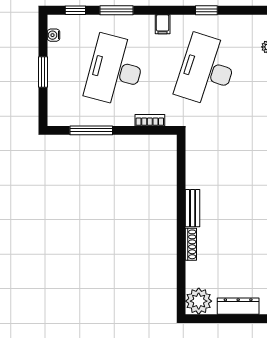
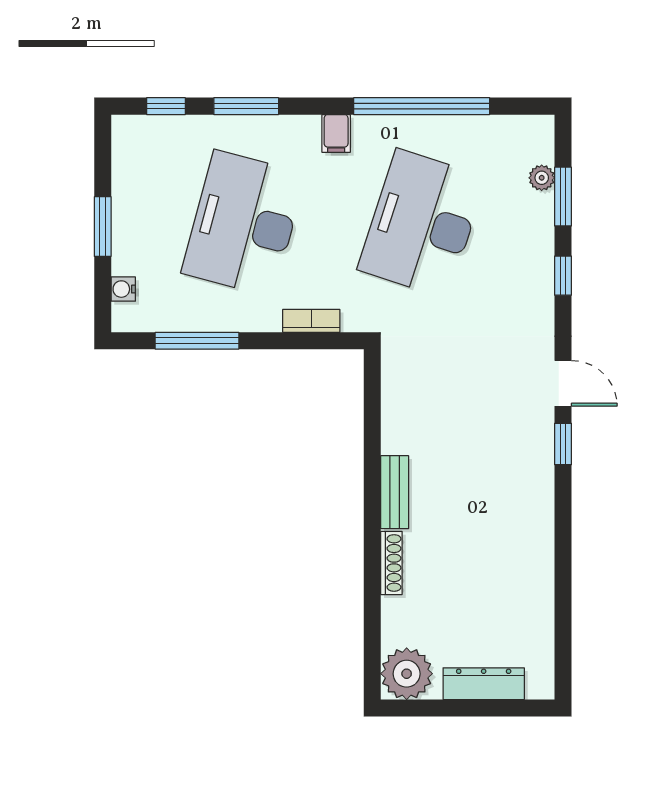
window: (206, 10) -> (422, 106), width x3.17
water cooler: (53, 35) -> (123, 289), moved

